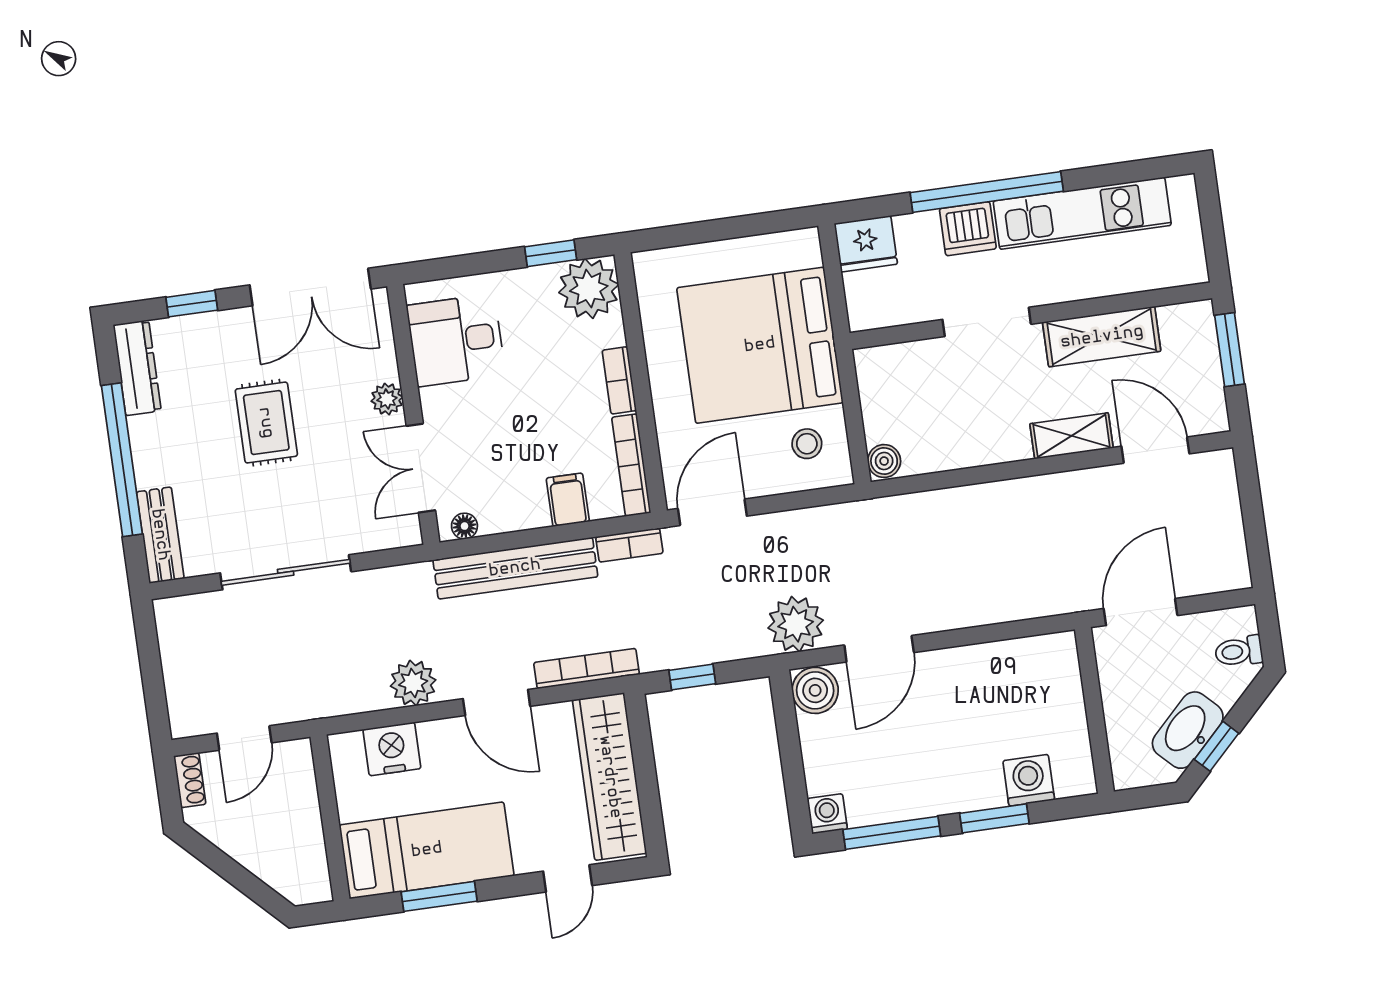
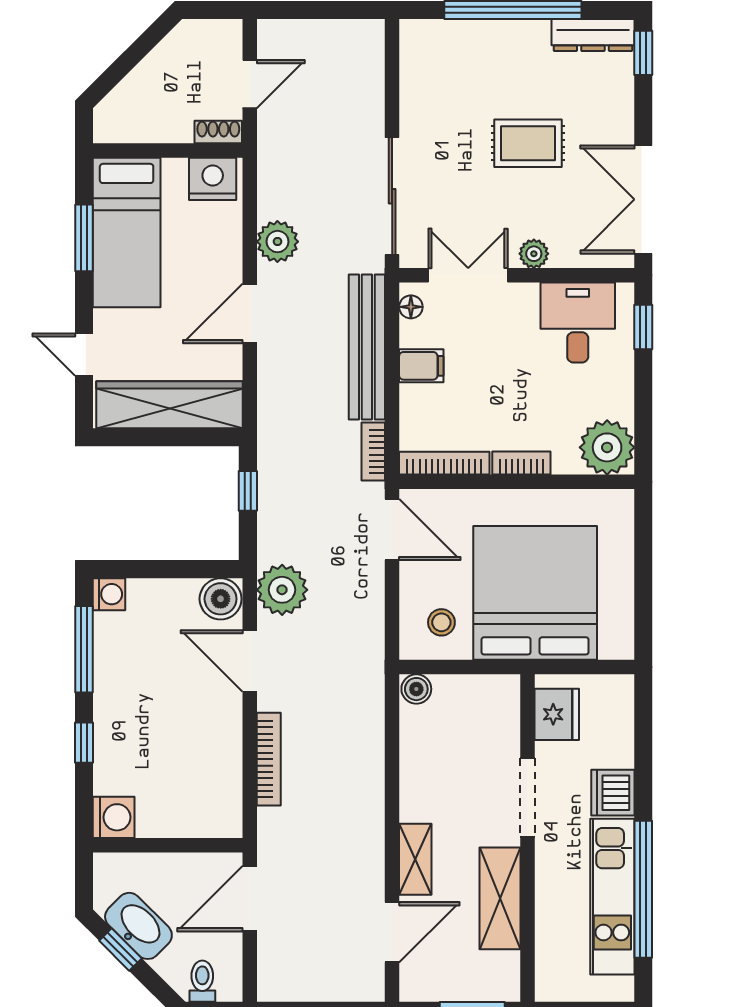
window: (987, 192) -> (643, 889), moved
fridge: (866, 244) -> (557, 714), moved, turned 180
window: (551, 253) -> (643, 327), moved
window: (192, 304) -> (643, 53), moved
filing cabinet: (568, 500) -> (421, 366), moved
bench: (160, 535) -> (441, 35), removed
sliding door: (286, 572) -> (392, 196), moved
door: (1141, 612) -> (250, 899), swing flipped
bookcase: (586, 669) -> (269, 759), moved
door: (244, 738) -> (250, 84), swing flipped
nightstand: (392, 749) -> (213, 179), moved, turned -90
shoe rack: (190, 780) -> (218, 132), moved, turned 180
washing machine: (1029, 780) -> (114, 817), moved
window: (994, 818) -> (84, 743), width x0.67

